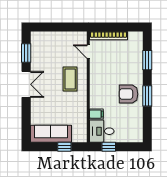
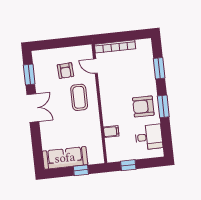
armchair: (60, 53) -> (65, 71), added
desk: (102, 131) -> (149, 137), moved, turned 180

